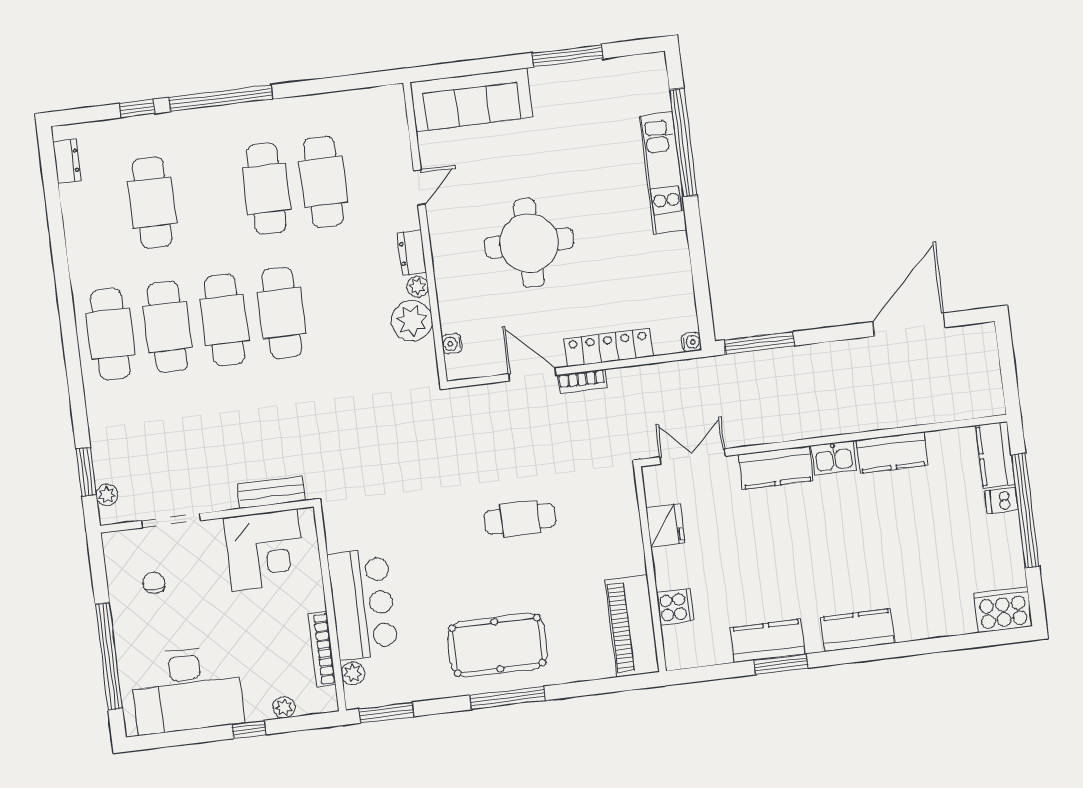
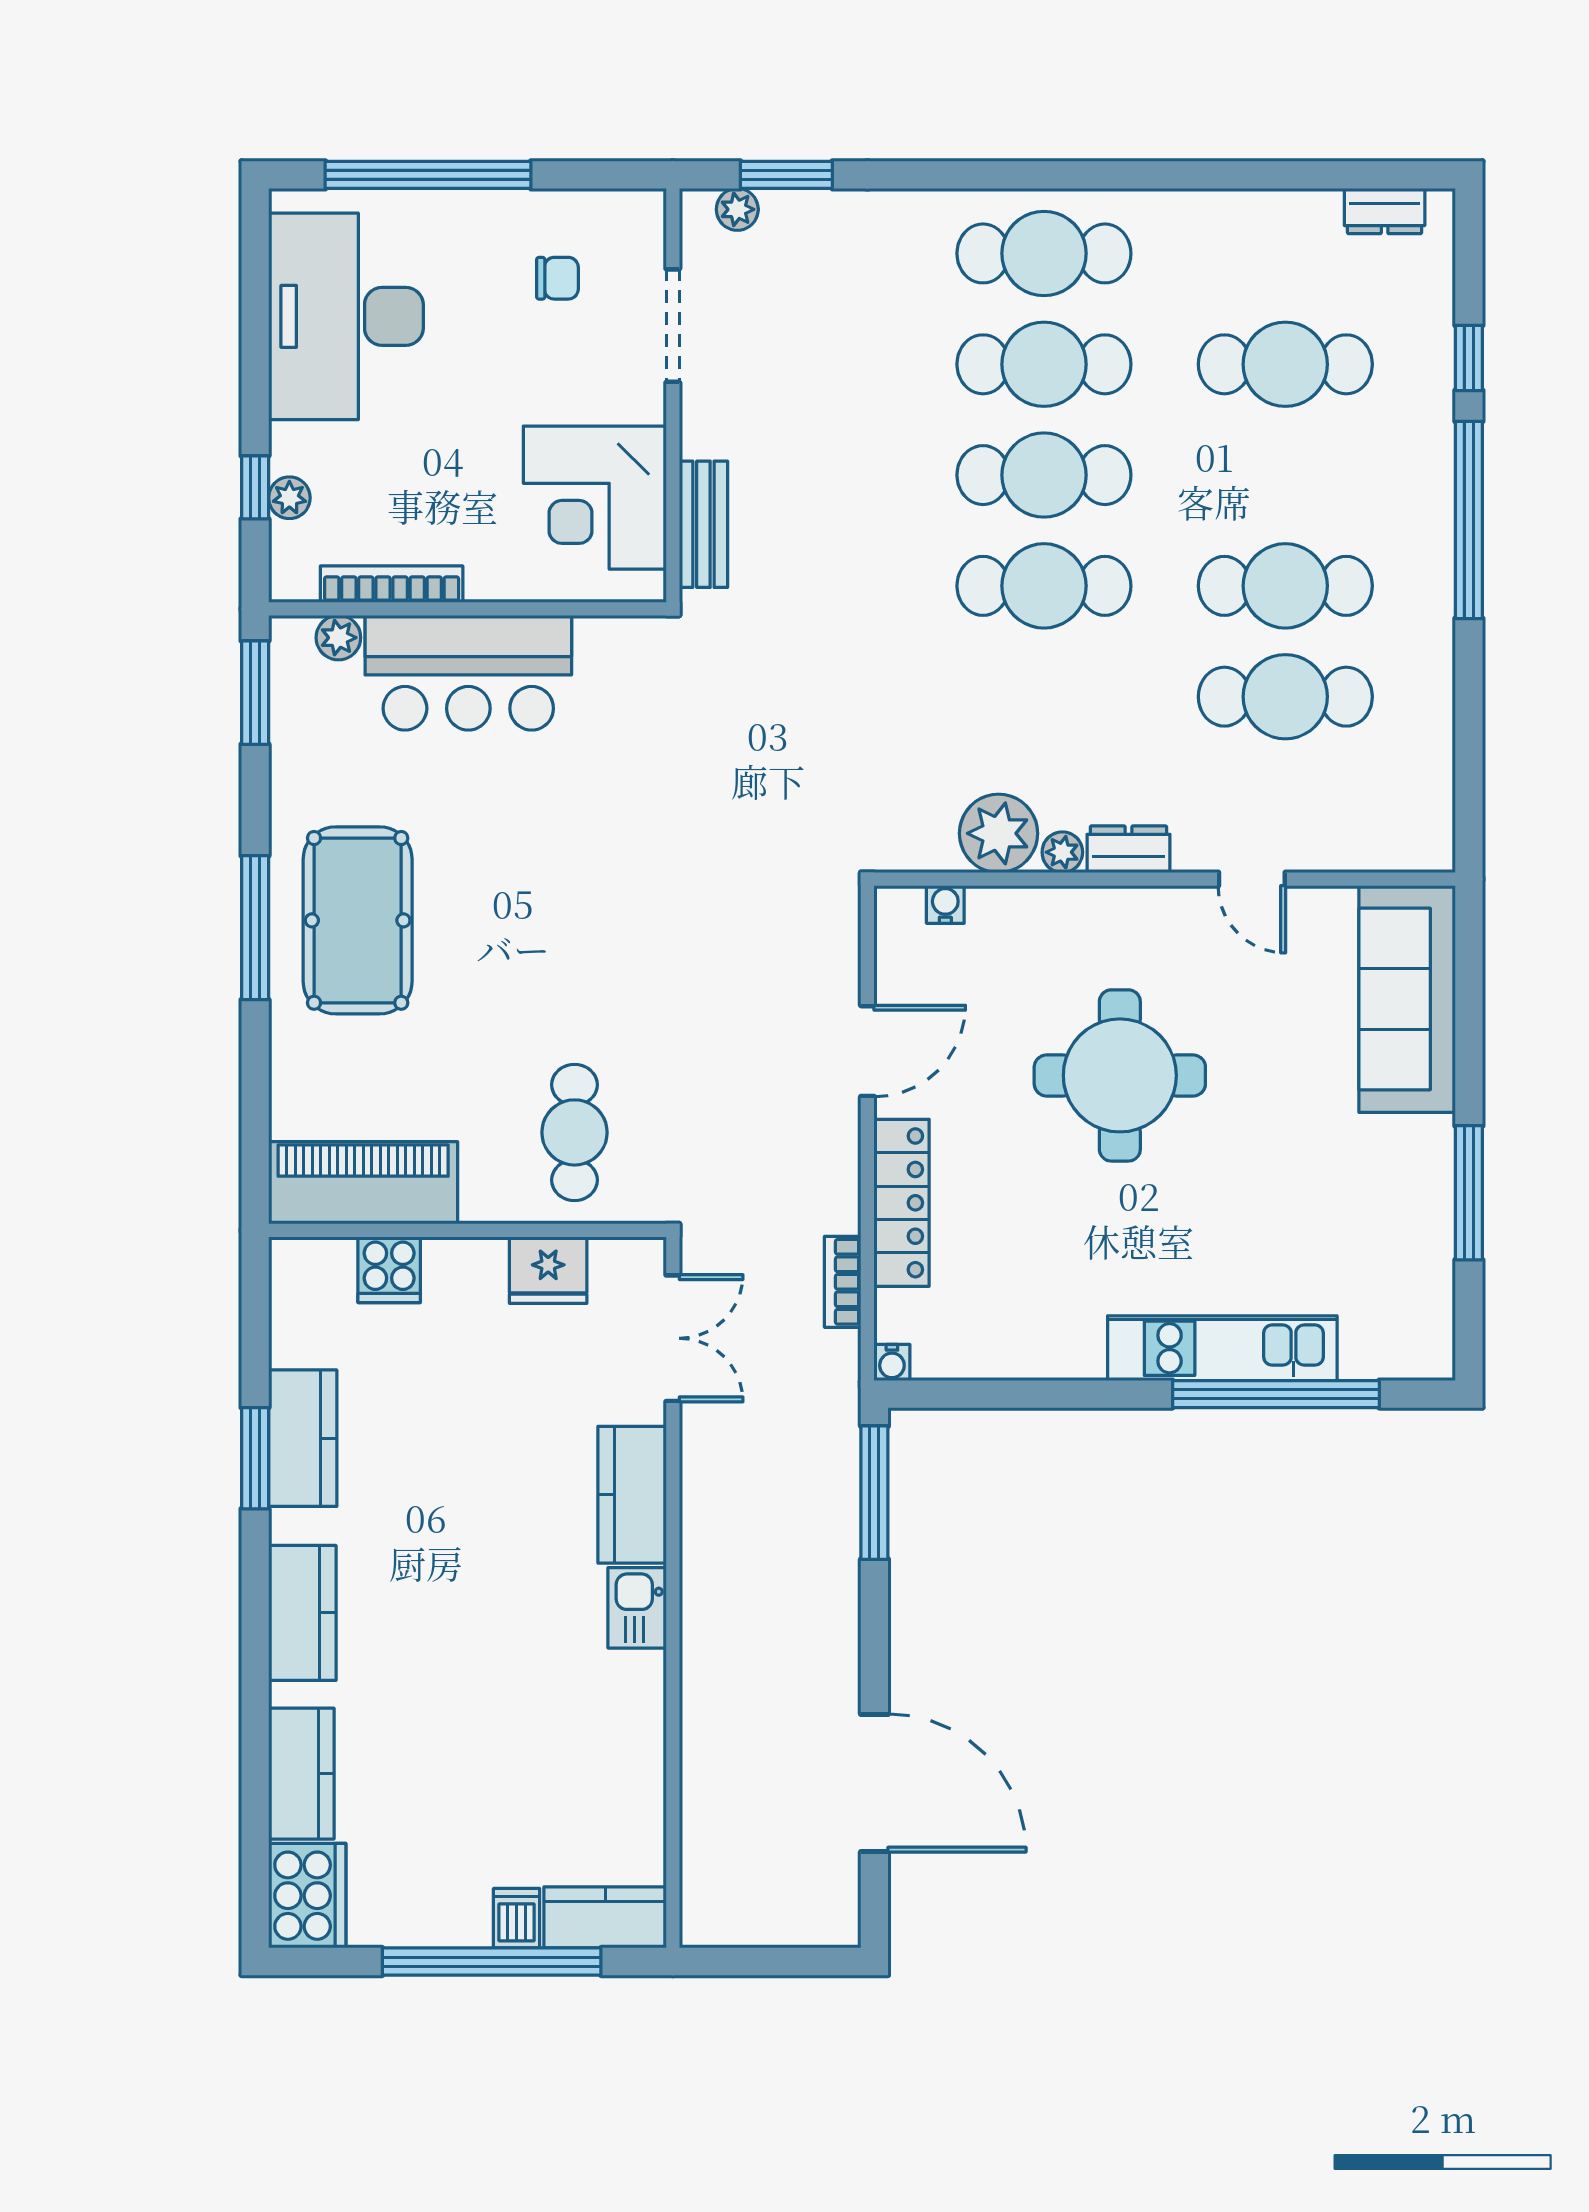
bookcase: (582, 381) -> (843, 1282), moved
kitchen counter: (892, 453) -> (301, 1774), moved, turned 180
cafe table: (520, 519) -> (575, 1132), moved
window: (249, 730) -> (255, 487), moved

